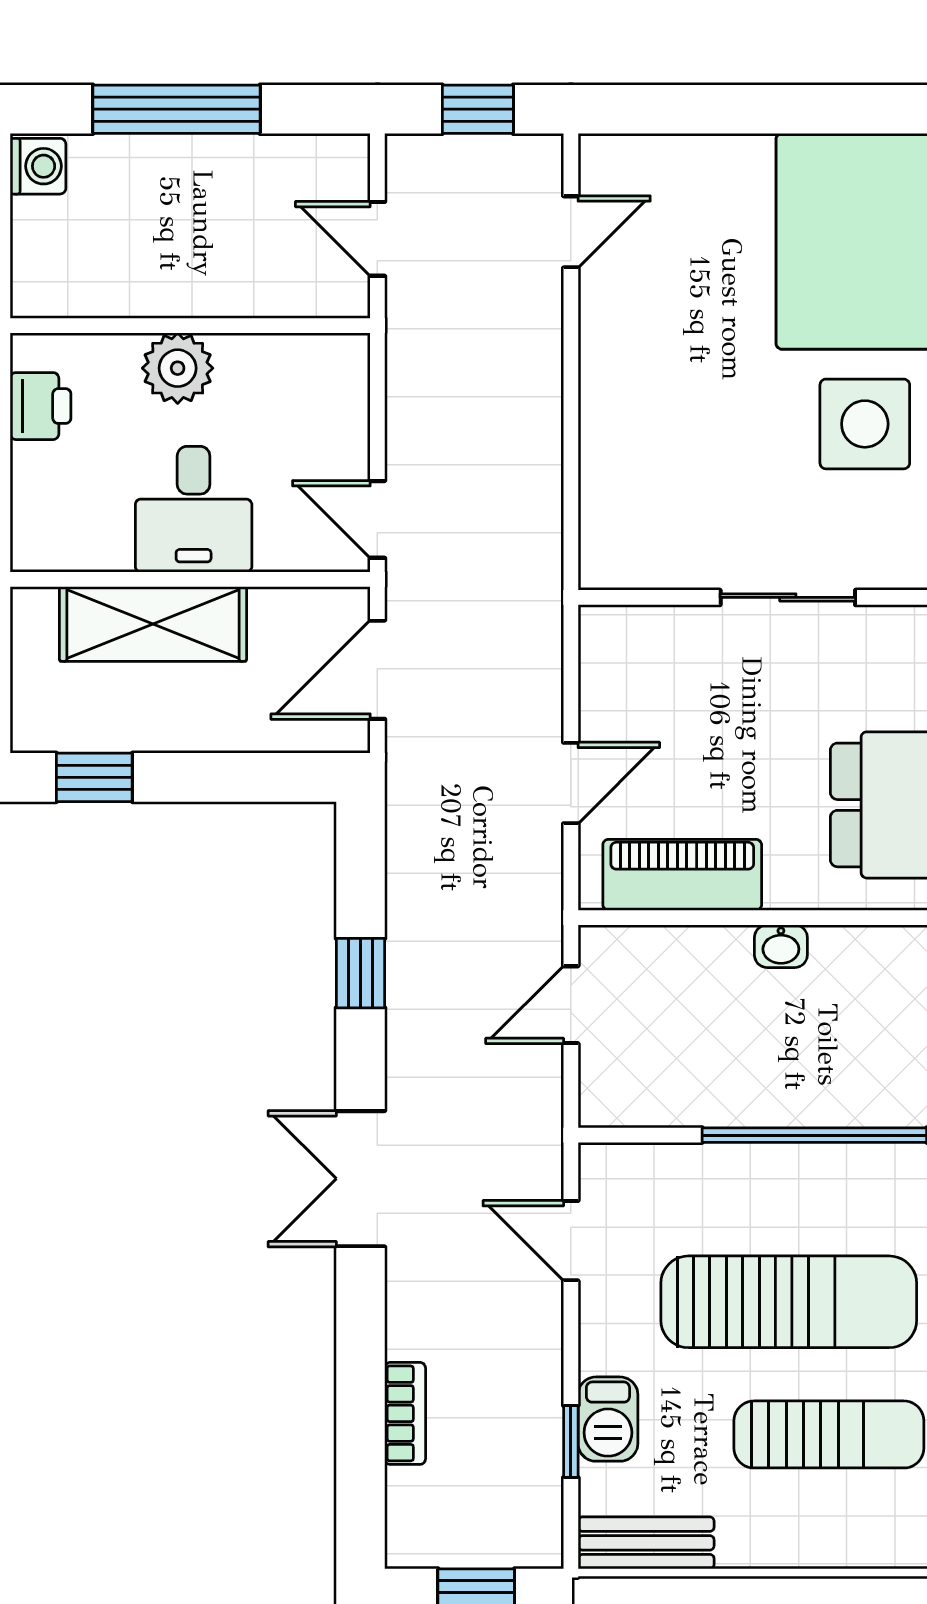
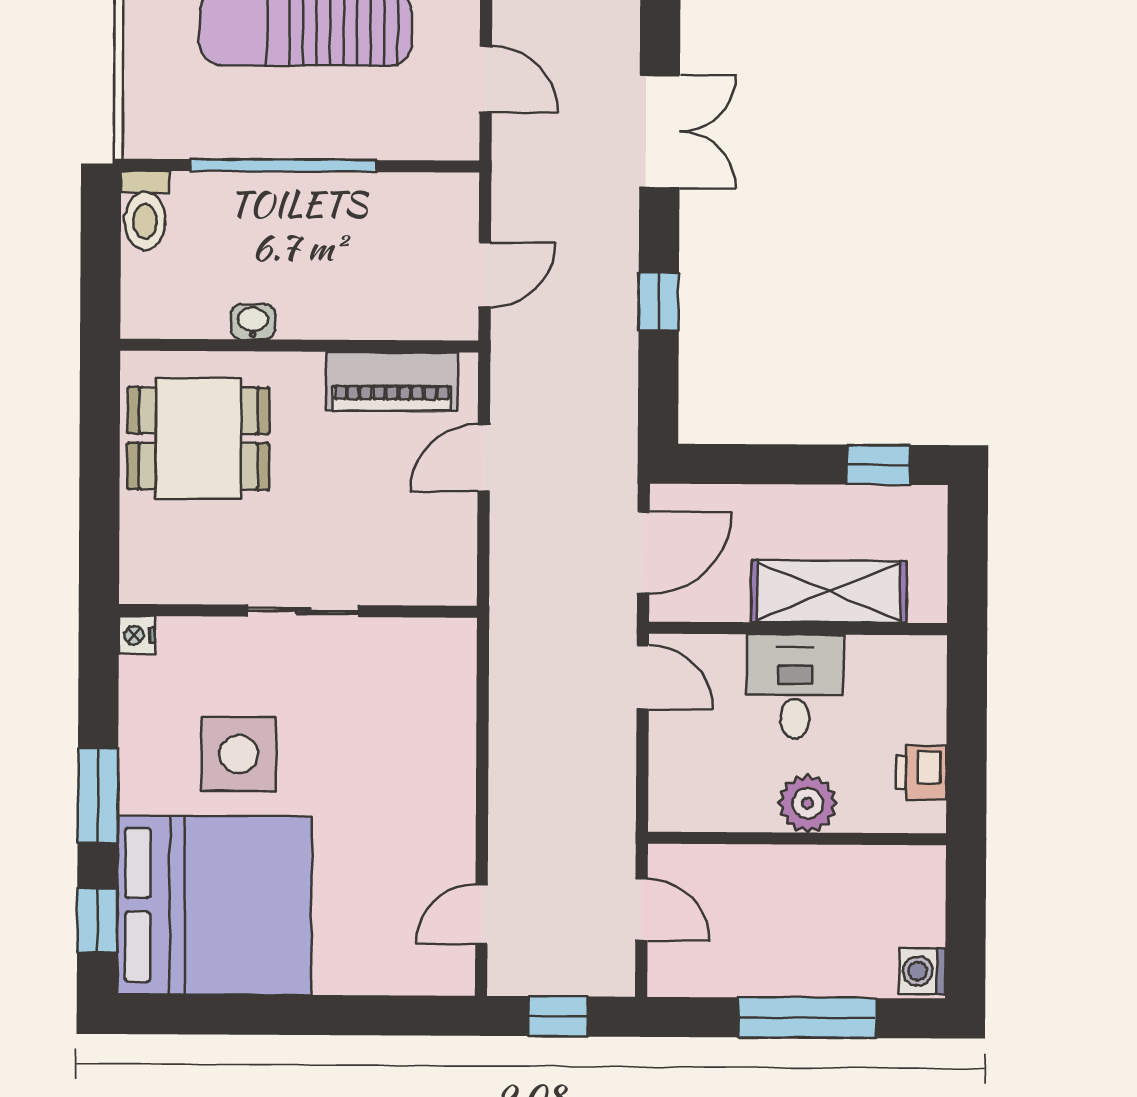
washbasin: (781, 946) -> (253, 322), moved

